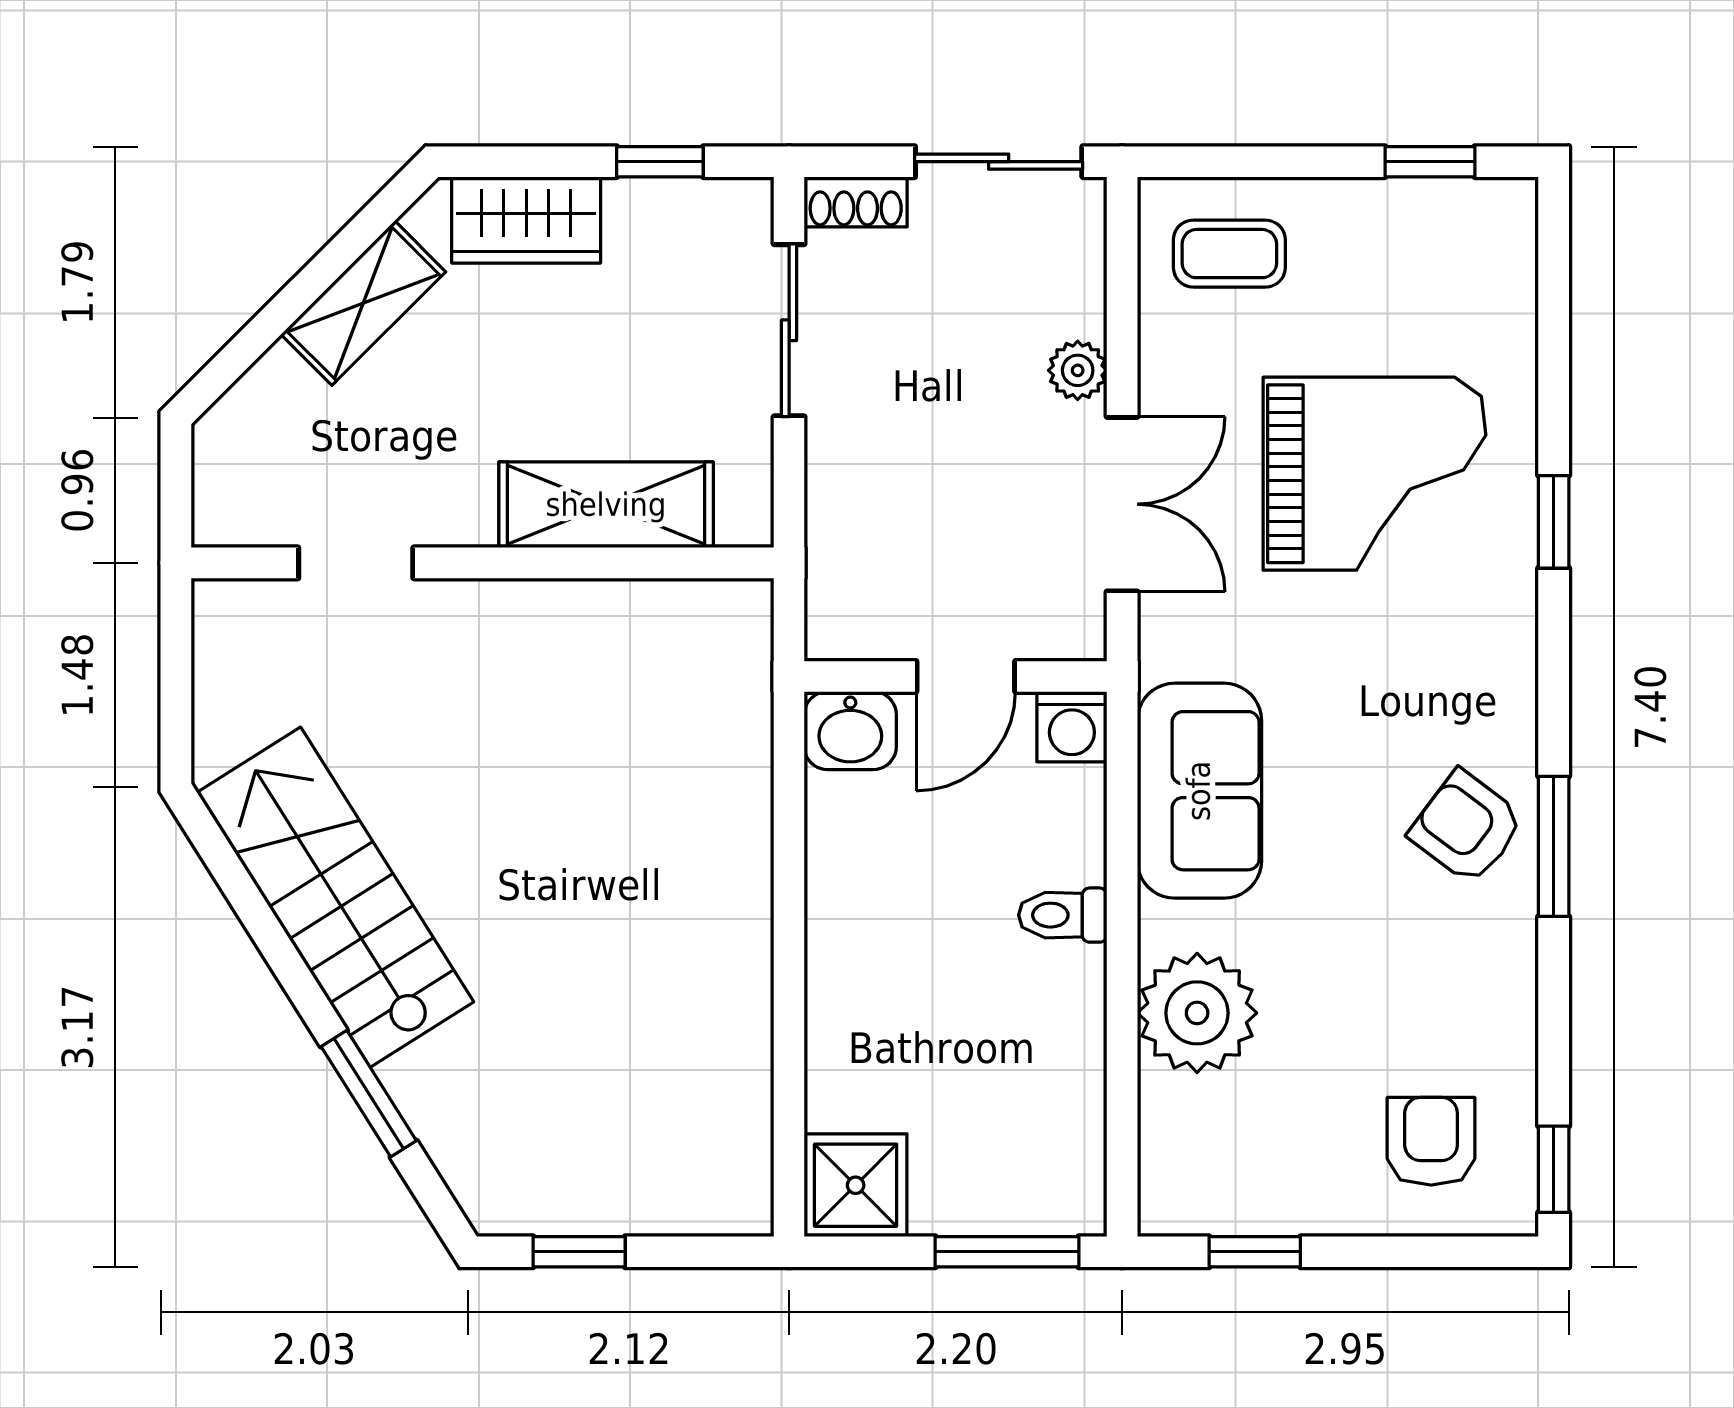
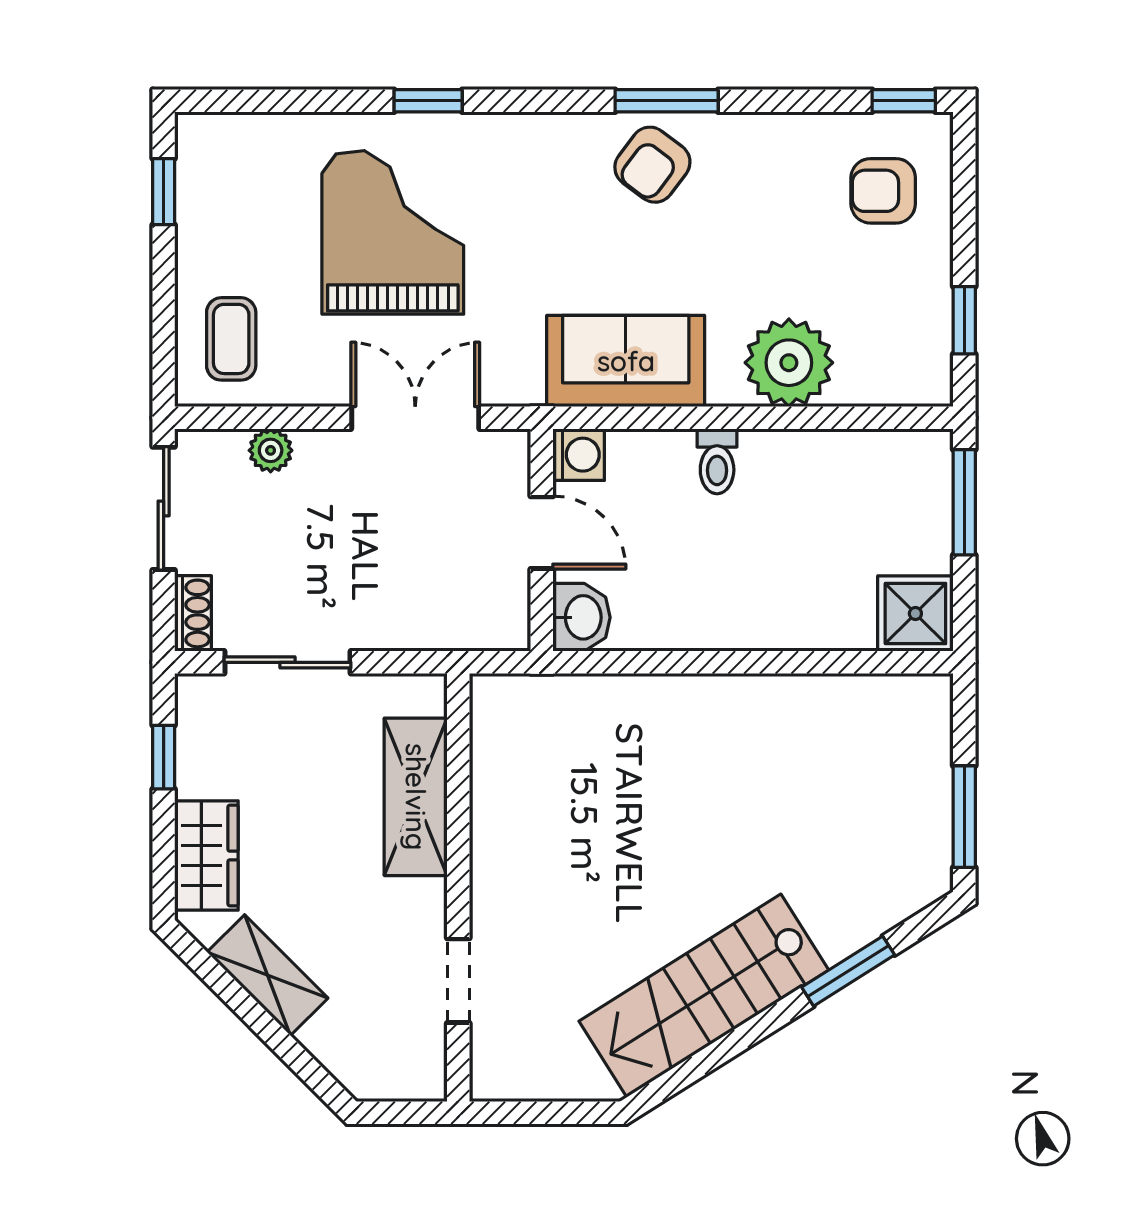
plant: (1078, 370) -> (271, 450), moved
window: (579, 1252) -> (964, 817), width x1.50

